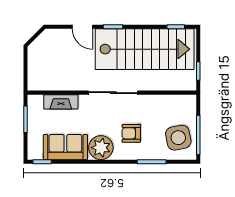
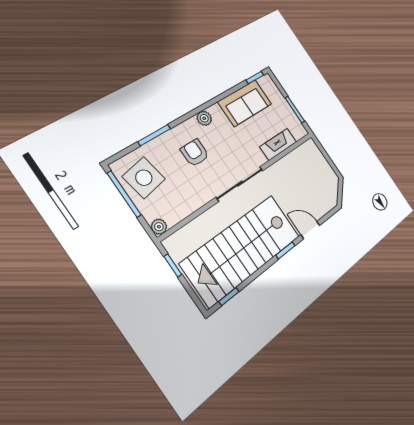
plant: (190, 101) -> (159, 227), added
armchair: (131, 133) -> (195, 153), turned -90
plant: (101, 148) -> (204, 118), width x0.53, depth x0.53

